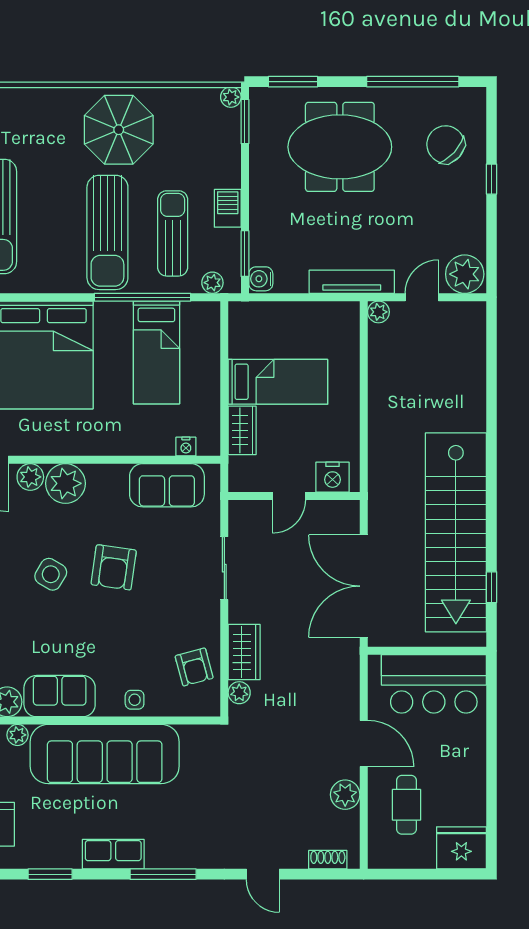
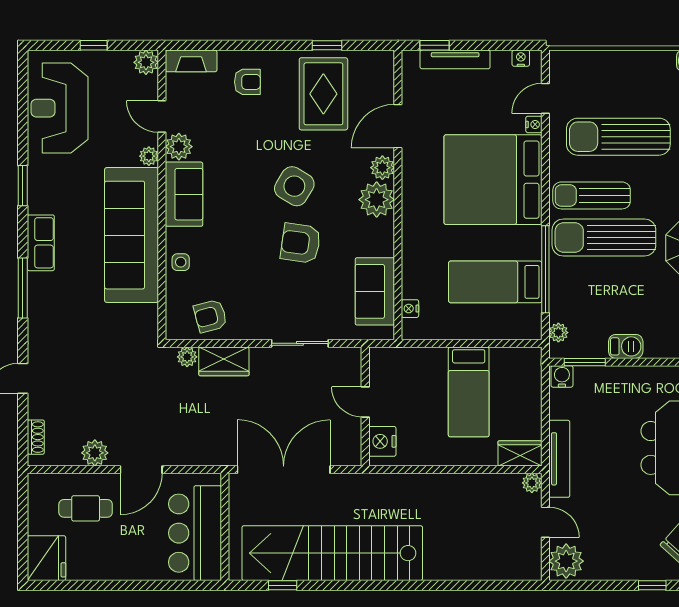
sun lounger: (173, 233) -> (592, 195), moved, turned 180
wardrobe: (242, 430) -> (520, 453), moved, turned 180
side table: (51, 574) -> (294, 186), width x1.37, depth x1.37

